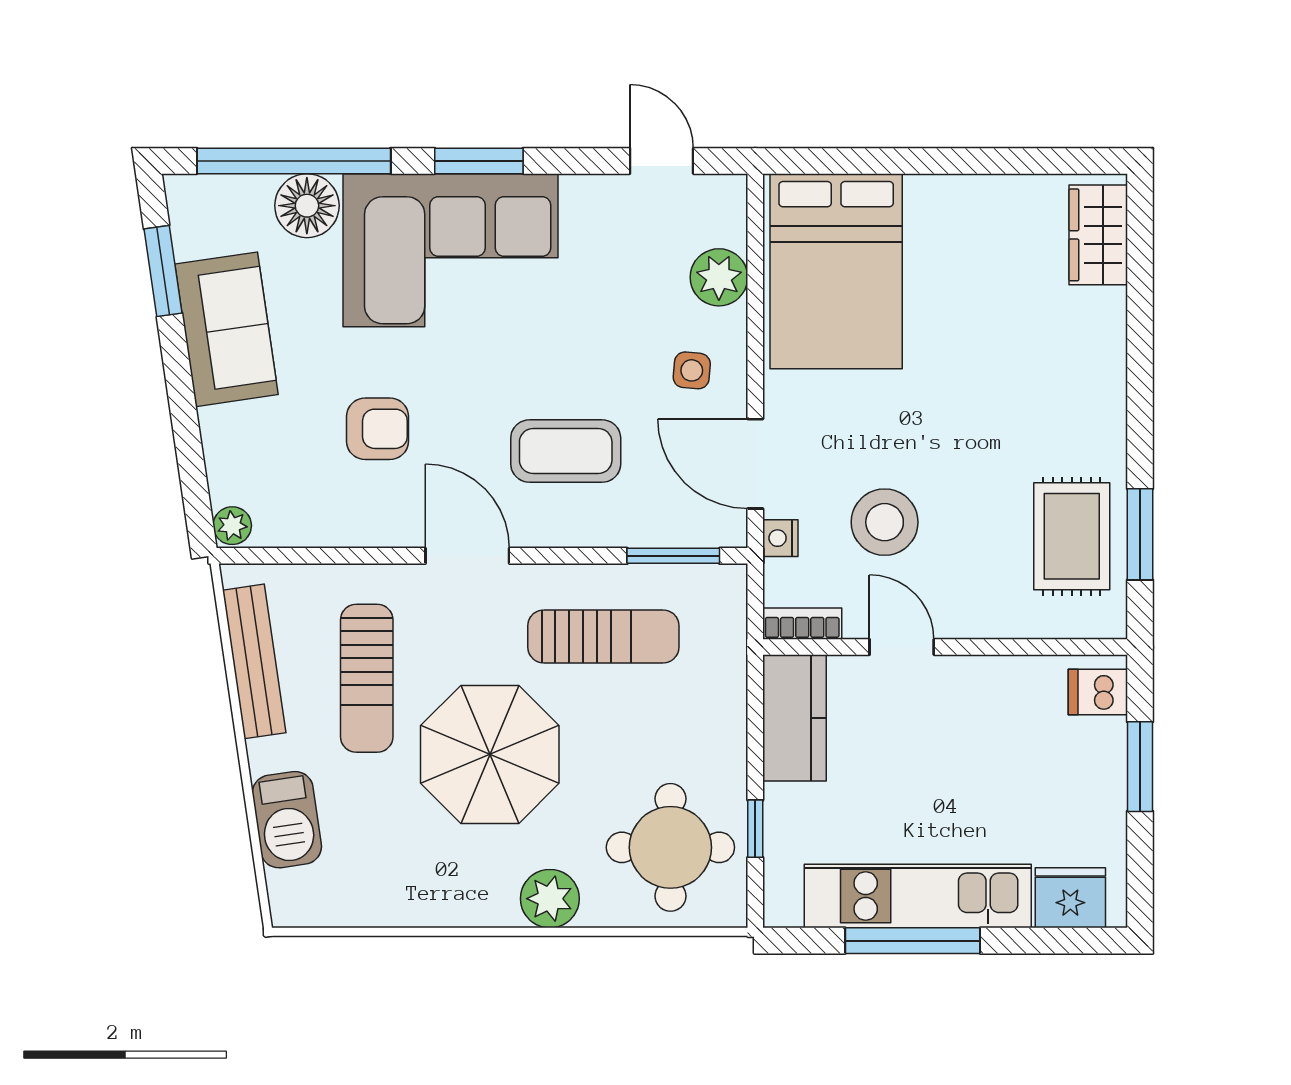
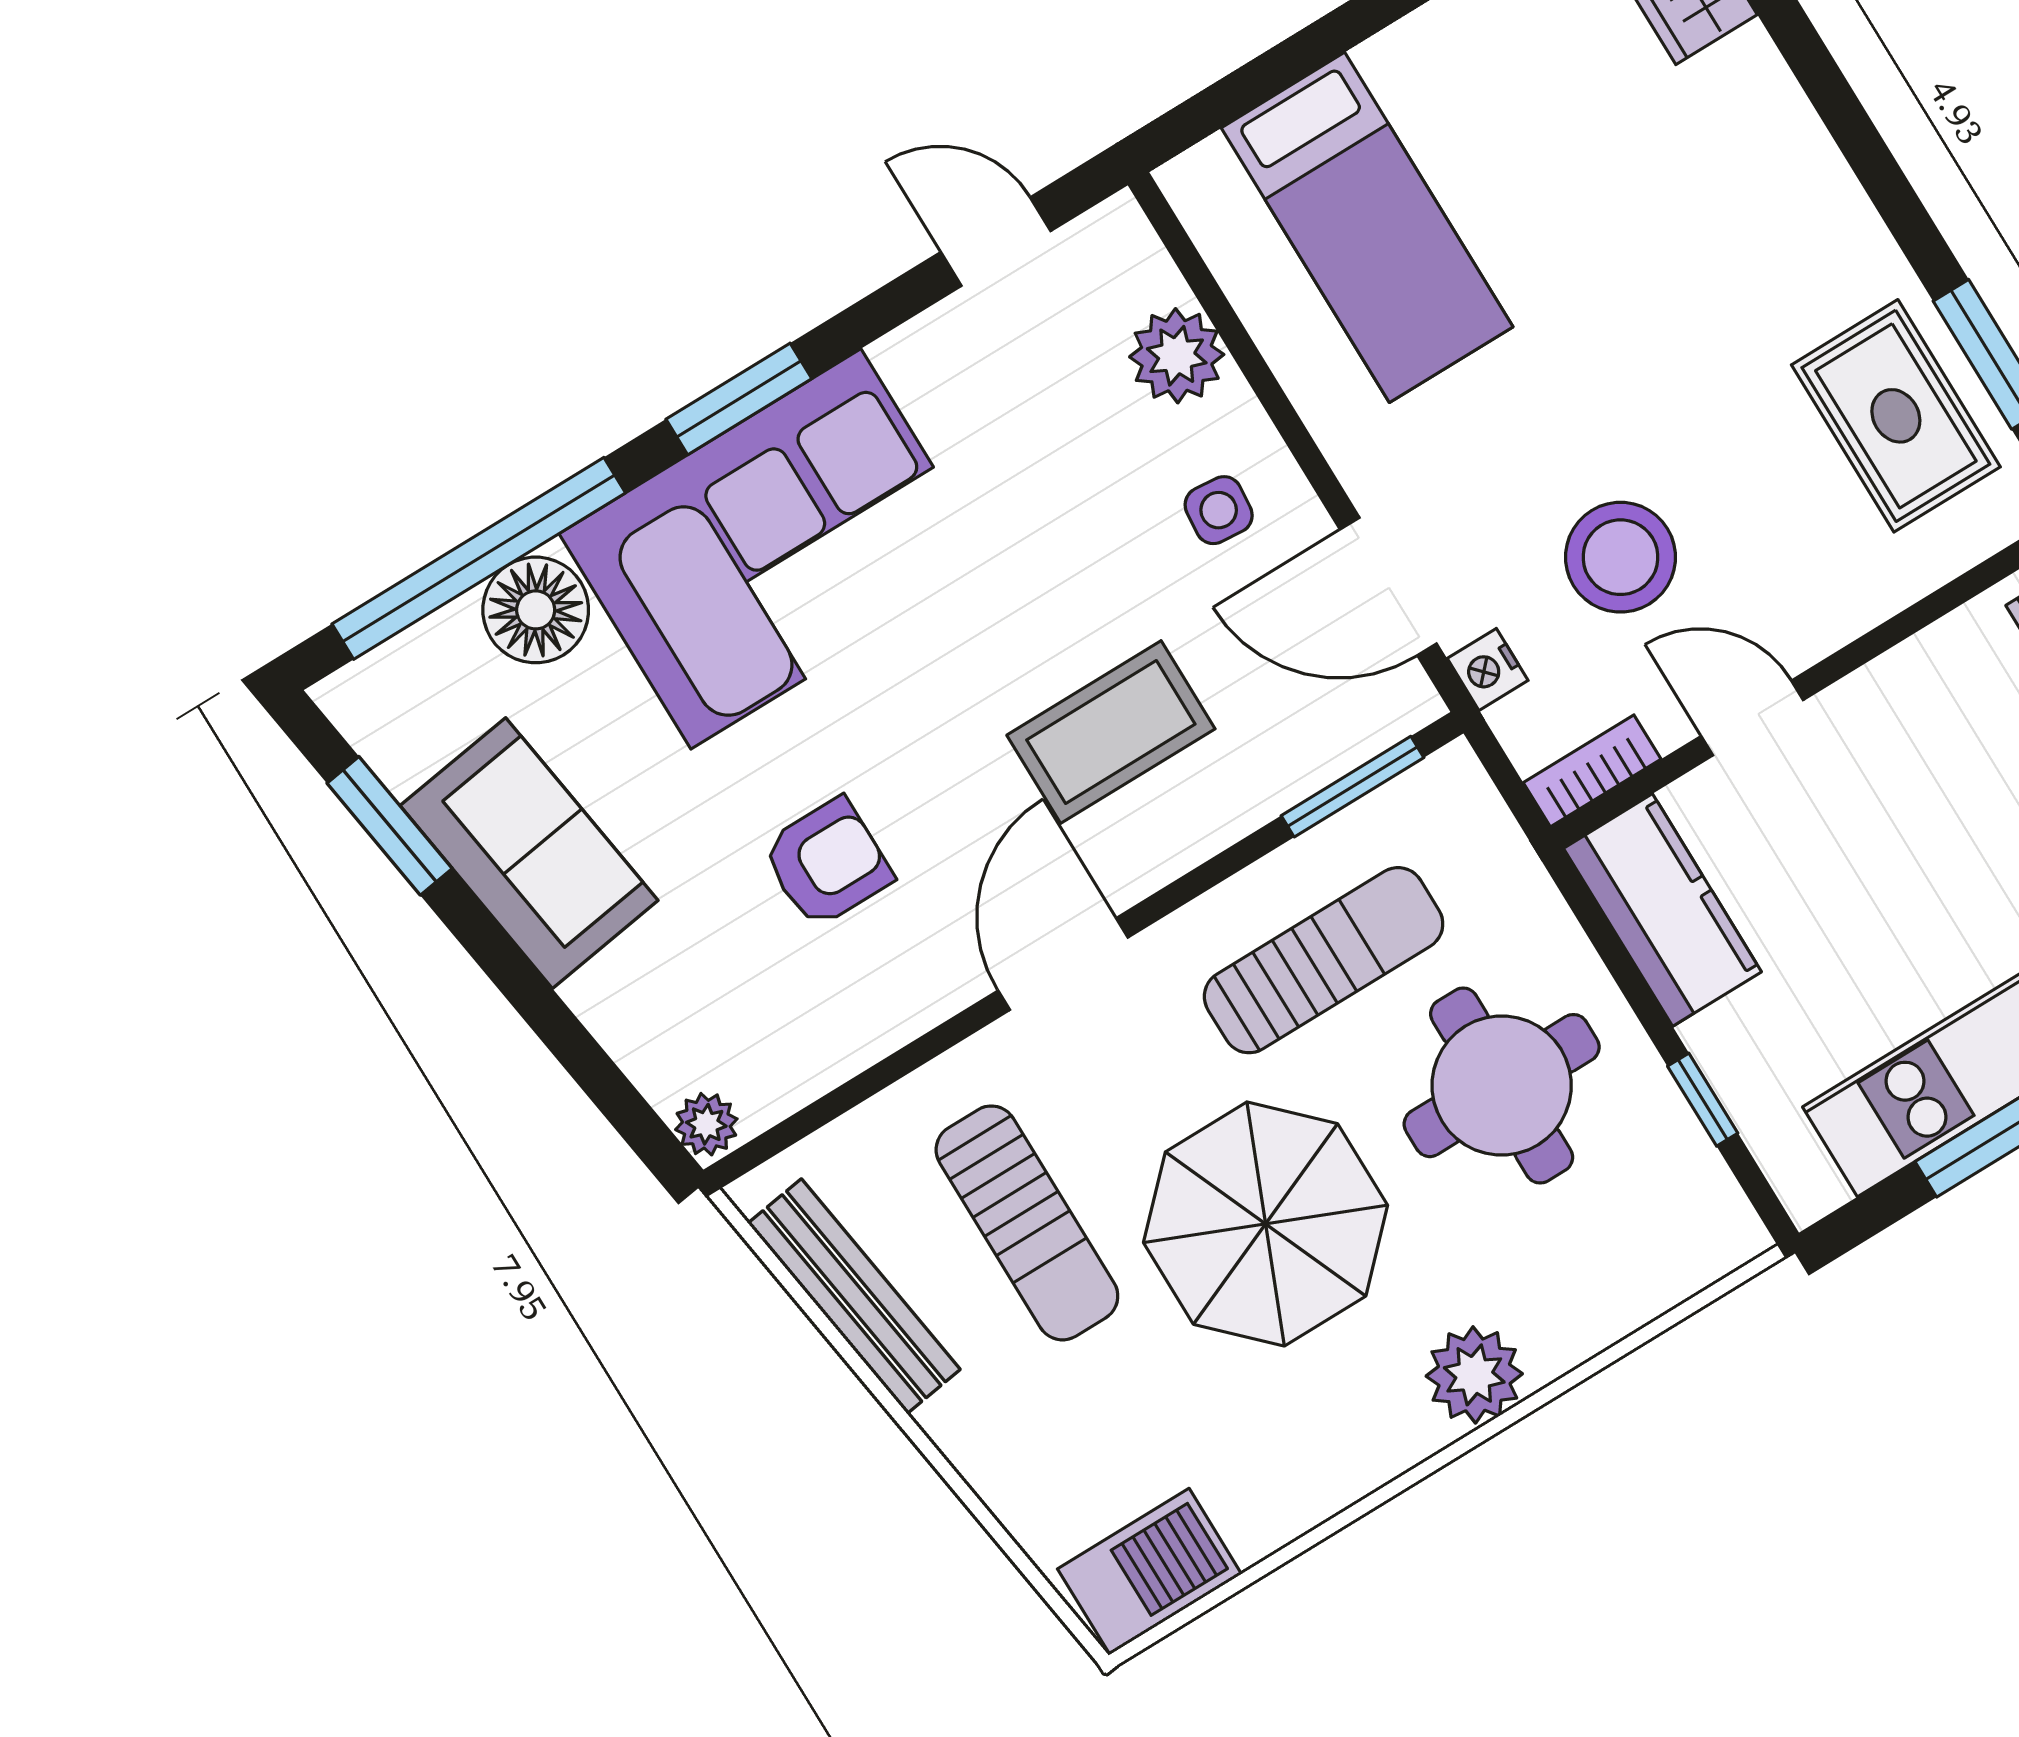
bed: (836, 271) -> (1367, 227), width x0.67
door: (467, 556) -> (1063, 964), hinge flipped
barbecue: (287, 820) -> (1150, 1572), moved, turned -82
round table: (670, 847) -> (1502, 1086), moved

